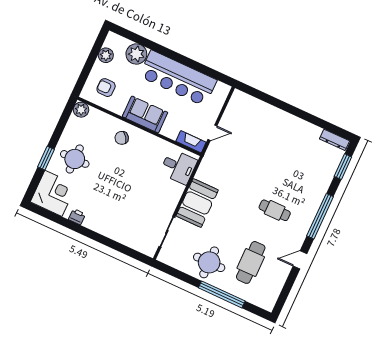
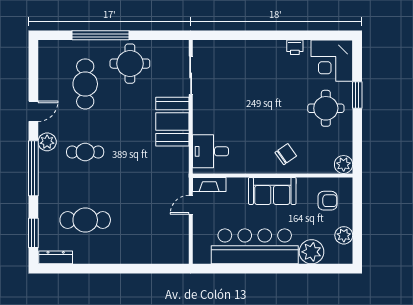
cafe table: (299, 158) -> (85, 220), added
plant: (300, 232) -> (47, 142), added

